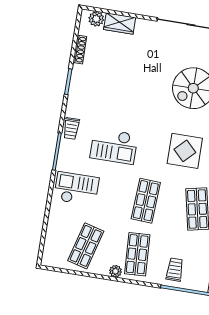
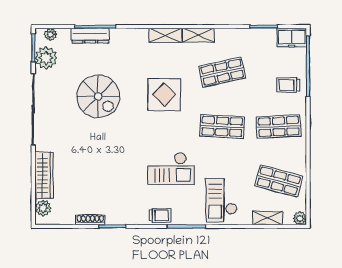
wardrobe: (120, 24) -> (44, 175), width x1.50
shoe rack: (80, 49) -> (90, 220), moved
checkout: (114, 146) -> (171, 168), turned 90
shelving: (52, 230) -> (268, 218), added
plant: (115, 271) -> (300, 218), moved

